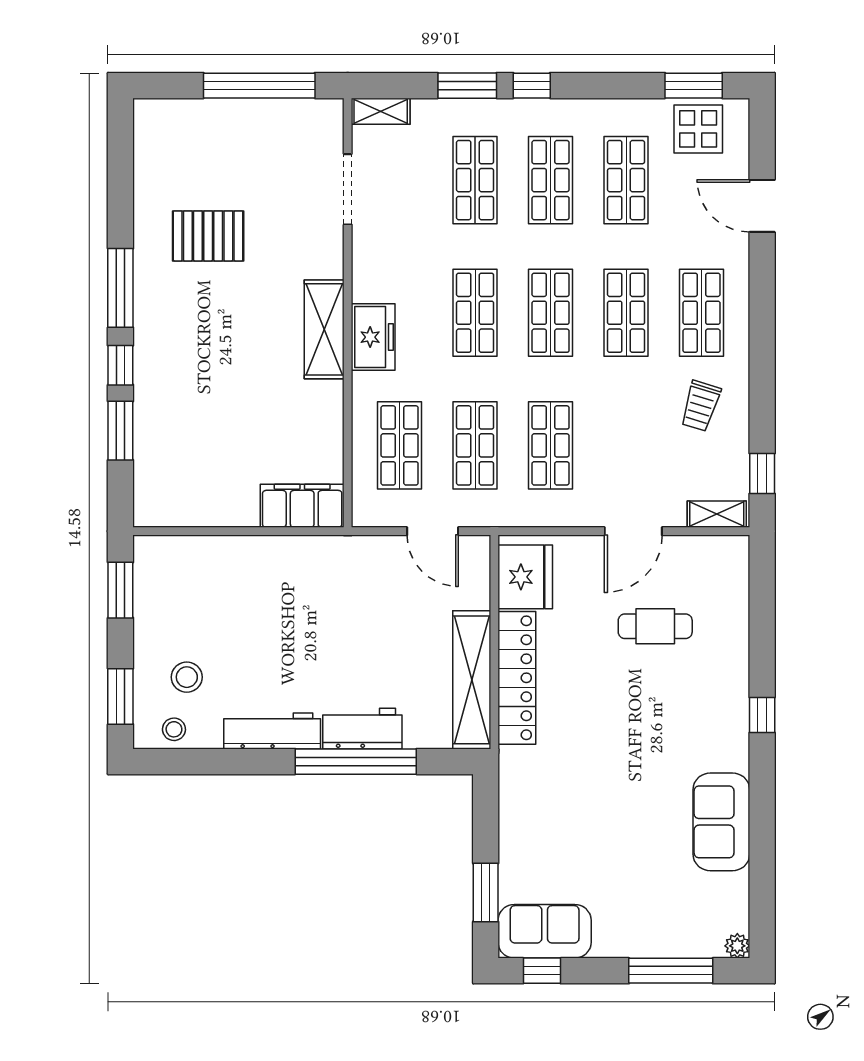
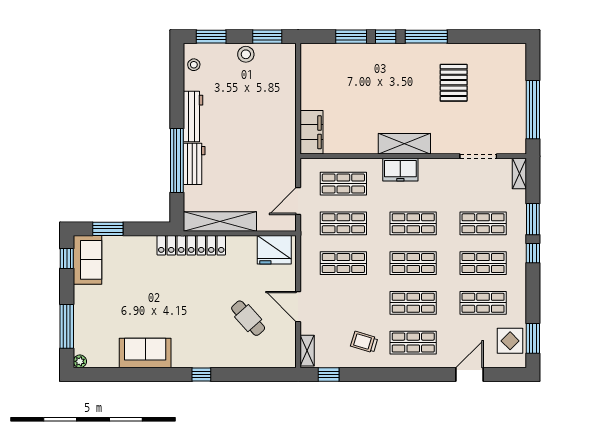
cafe table: (655, 626) -> (248, 318), turned -42
stool: (187, 677) -> (246, 54), moved
locker: (517, 678) -> (191, 245), moved

